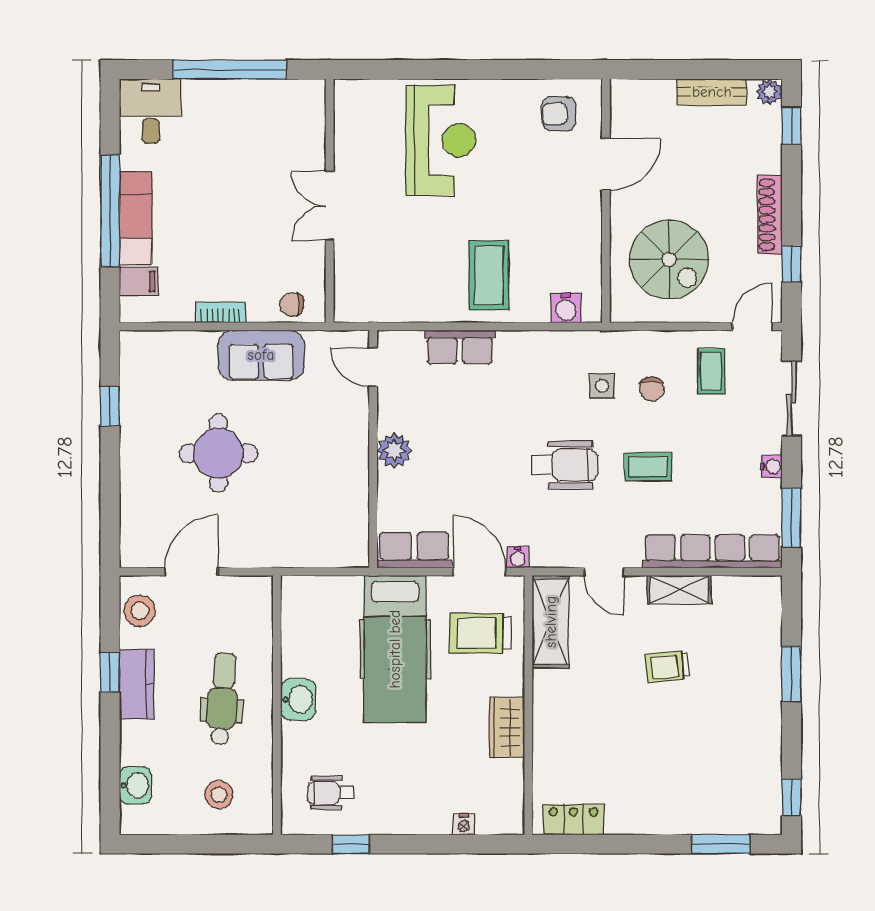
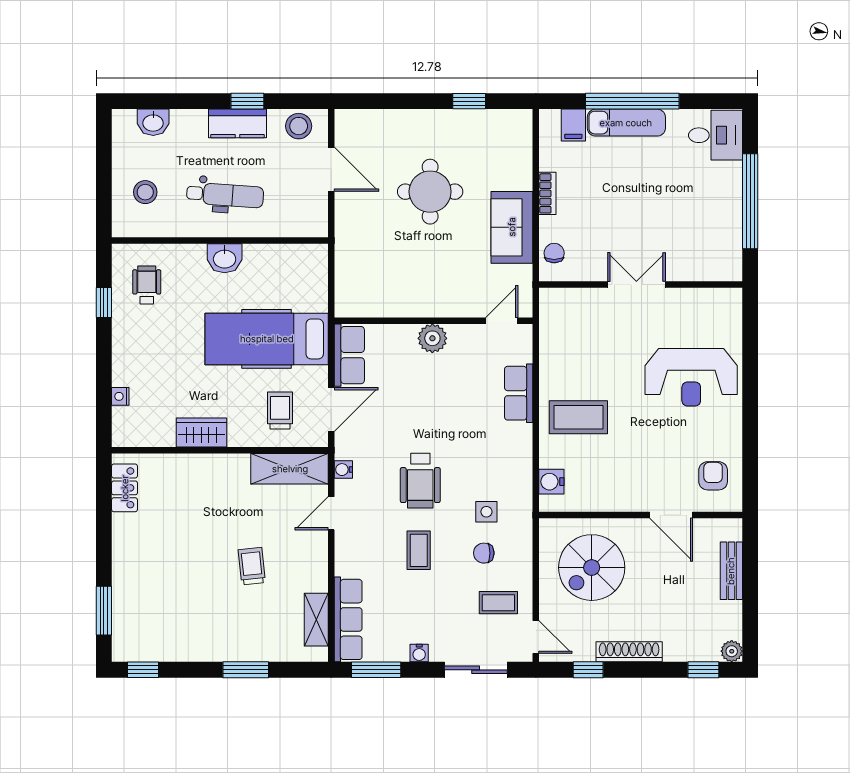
bench: (712, 92) -> (731, 571), moved
row of seats: (713, 551) -> (348, 619), width x0.73
water cooler: (518, 557) -> (343, 470), moved
shelving: (679, 590) -> (316, 620), moved
trolley: (481, 633) -> (280, 410), width x0.73, depth x0.72

